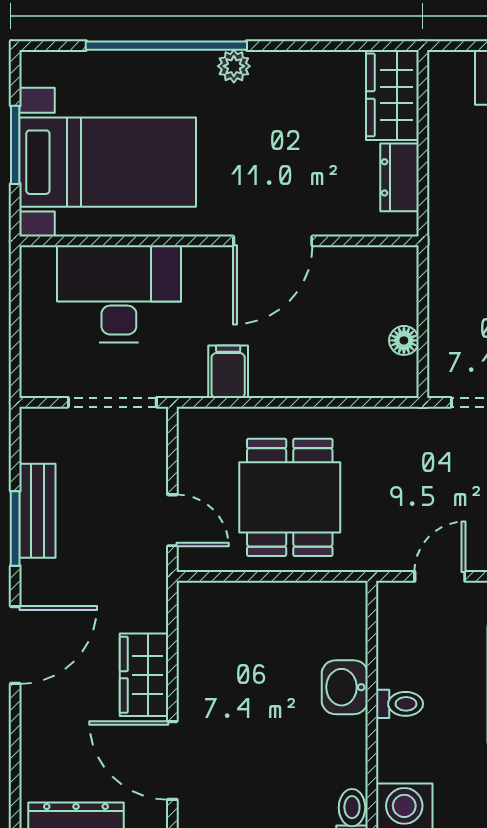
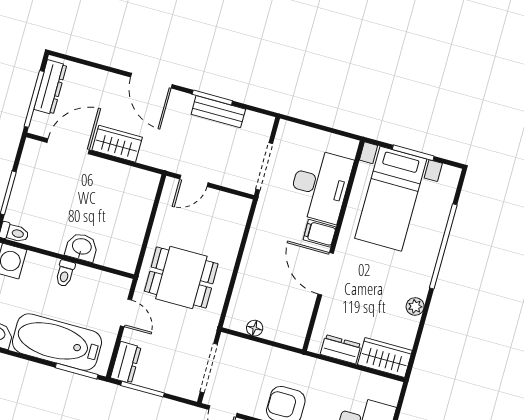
plant: (234, 66) -> (415, 306), moved
filing cabinet: (228, 372) -> (320, 233), moved, turned 180
dining table: (290, 497) -> (181, 278), moved

